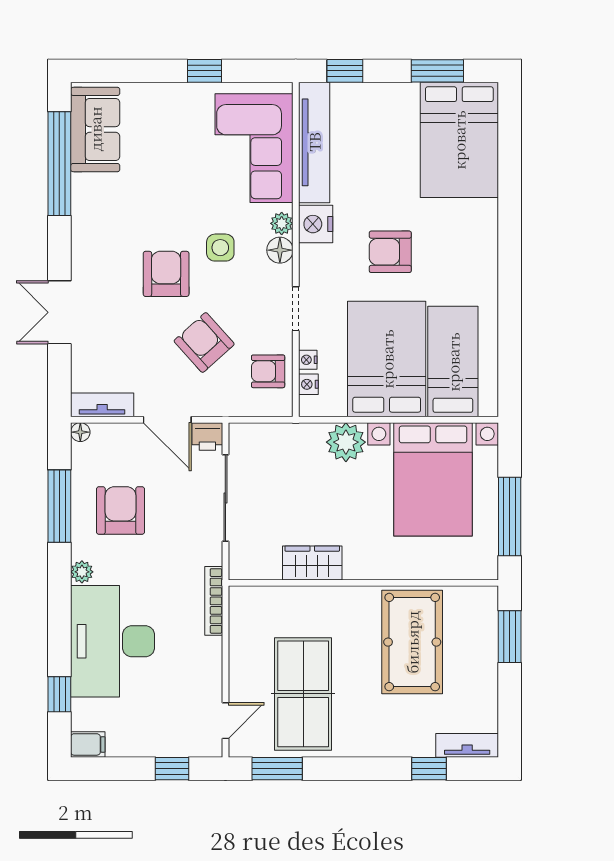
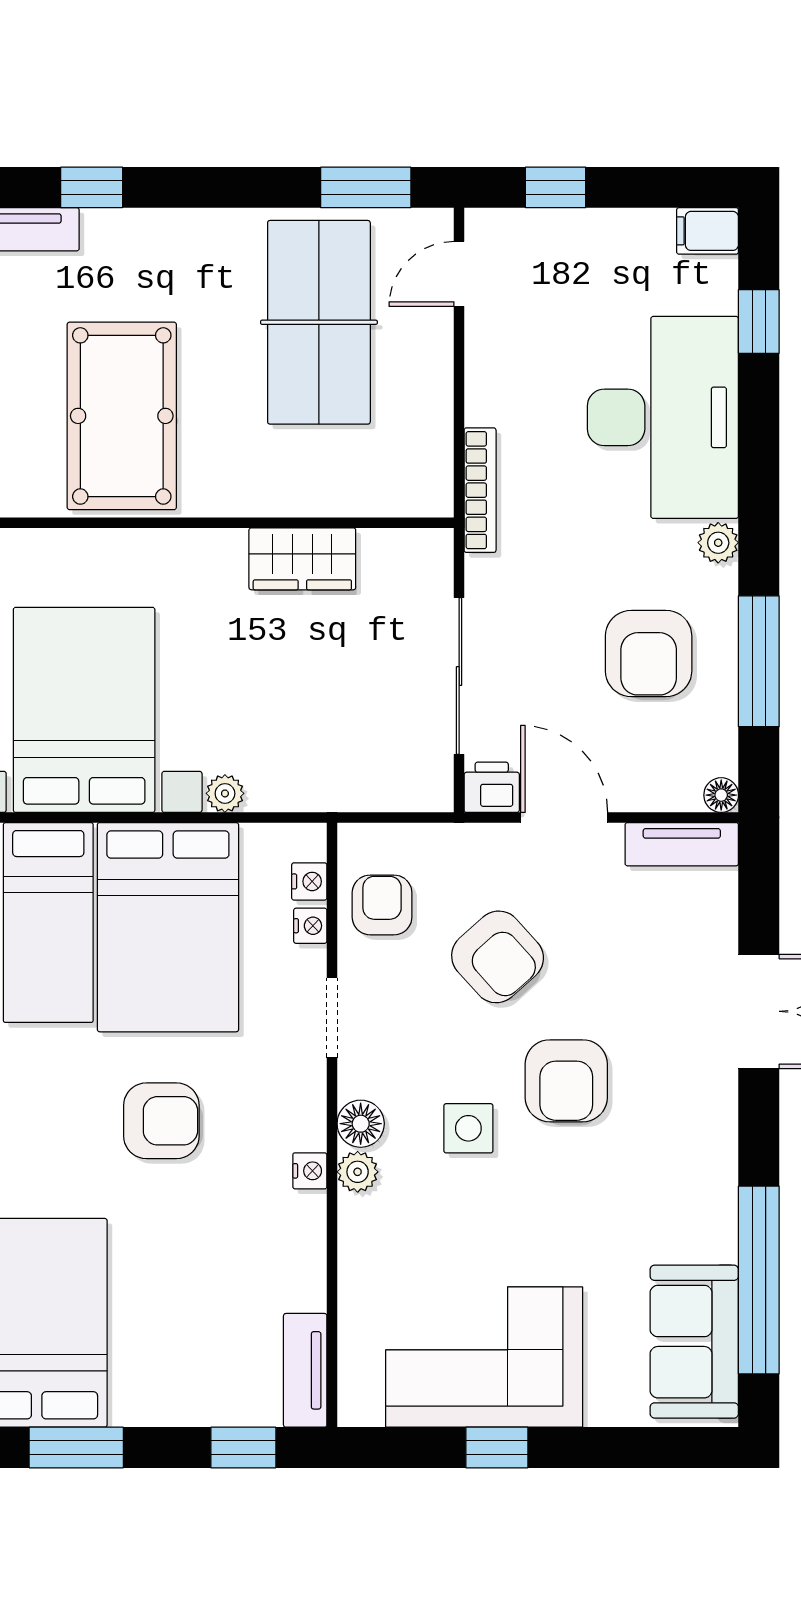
tv unit: (314, 142) -> (305, 1370), width x0.52, depth x0.78
corner sofa: (254, 148) -> (484, 1357), moved, turned -90
nightstand: (316, 224) -> (310, 1171), width x0.53, depth x0.56
armchair: (268, 371) -> (382, 905), turned -90
plant: (346, 442) -> (225, 793), width x0.53, depth x0.53

